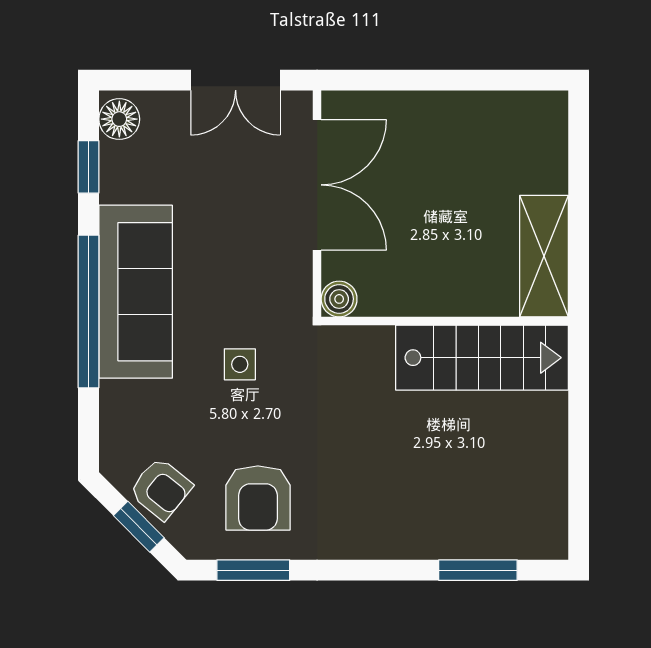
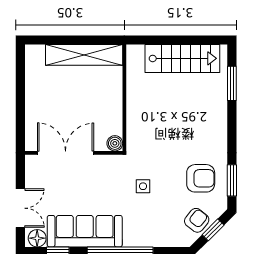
double door: (236, 80) -> (20, 208), moved
shelving: (544, 256) -> (84, 55), width x1.47
sofa: (136, 292) -> (85, 231), moved
stairs: (482, 358) -> (182, 58), moved, turned 90

